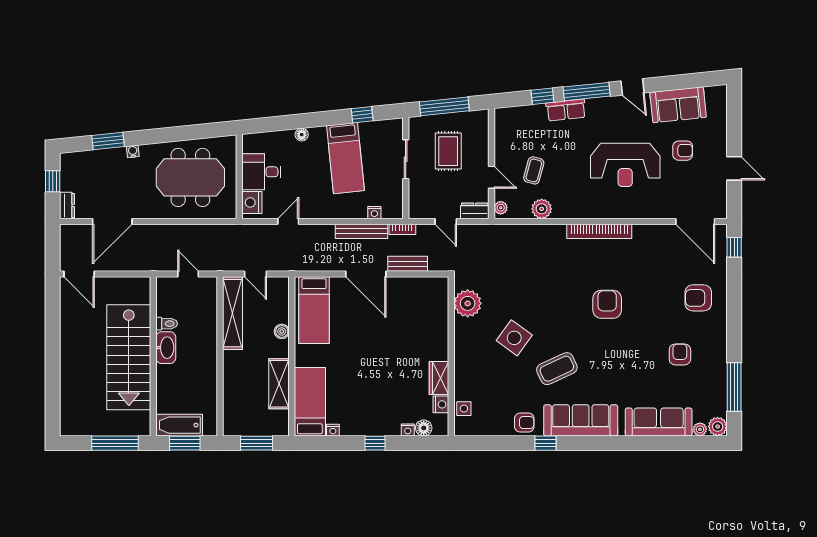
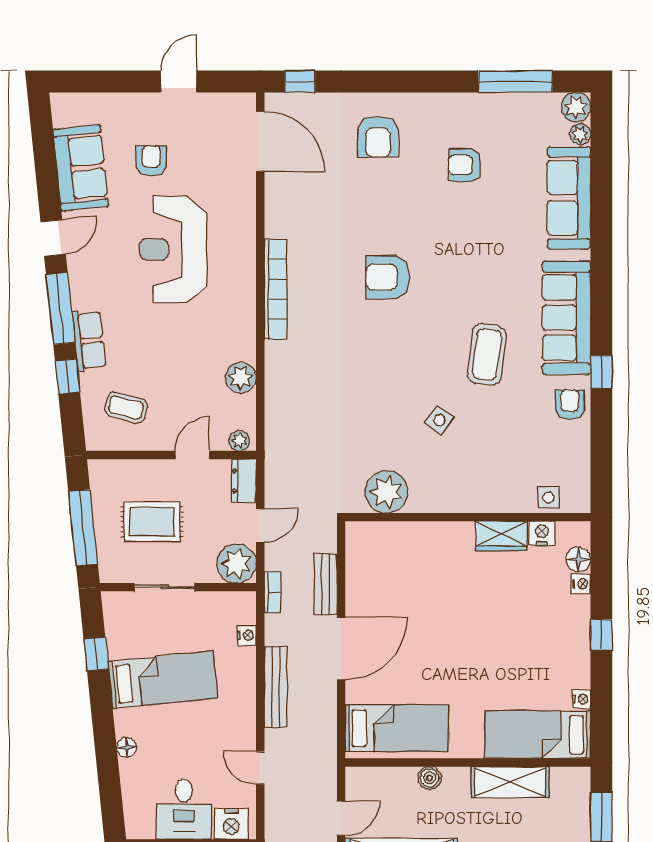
reception desk: (625, 165) -> (173, 249), turned 180
coffee table: (534, 170) -> (126, 408), moved
plant: (421, 206) -> (237, 563), added
door: (695, 221) -> (260, 141), hinge flipped
bench: (361, 231) -> (276, 687), moved
side table: (514, 338) -> (439, 420), width x0.54, depth x0.54
coffee table: (557, 369) -> (487, 354), turned 32

